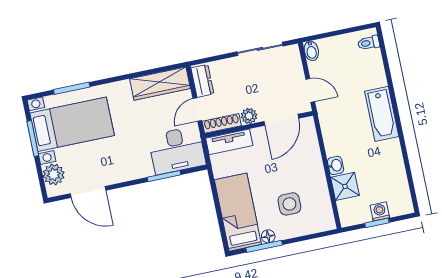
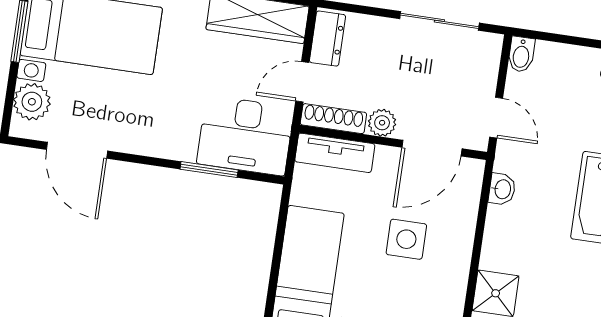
washbasin: (336, 165) -> (502, 189), moved
side table: (289, 204) -> (406, 239), moved

